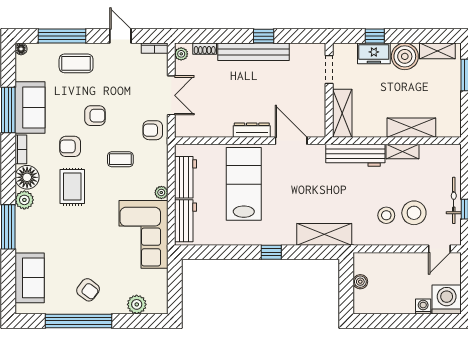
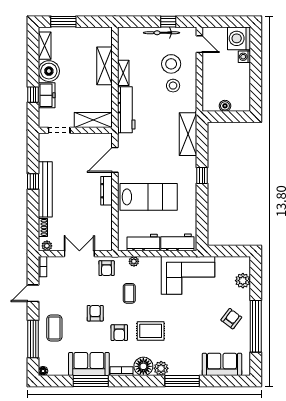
lab bench: (244, 184) -> (149, 197), turned 180
plant: (161, 192) -> (134, 261), moved

